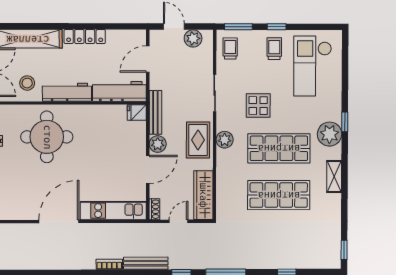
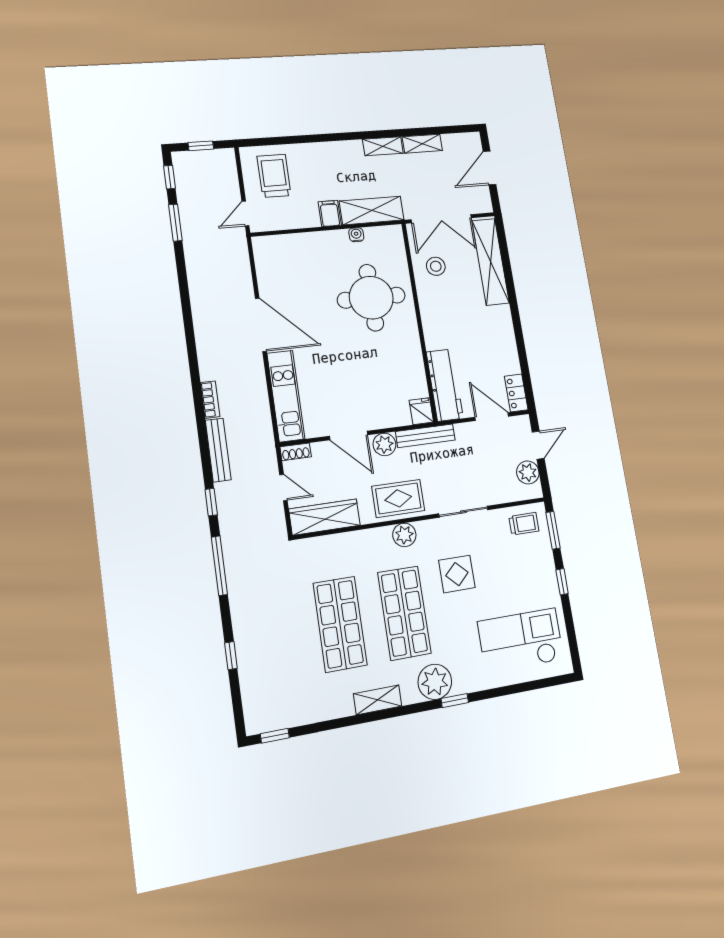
locker: (85, 37) -> (516, 393), moved, width x0.66
trolley: (274, 49) -> (534, 583), removed
workbench: (67, 92) -> (433, 318), removed

